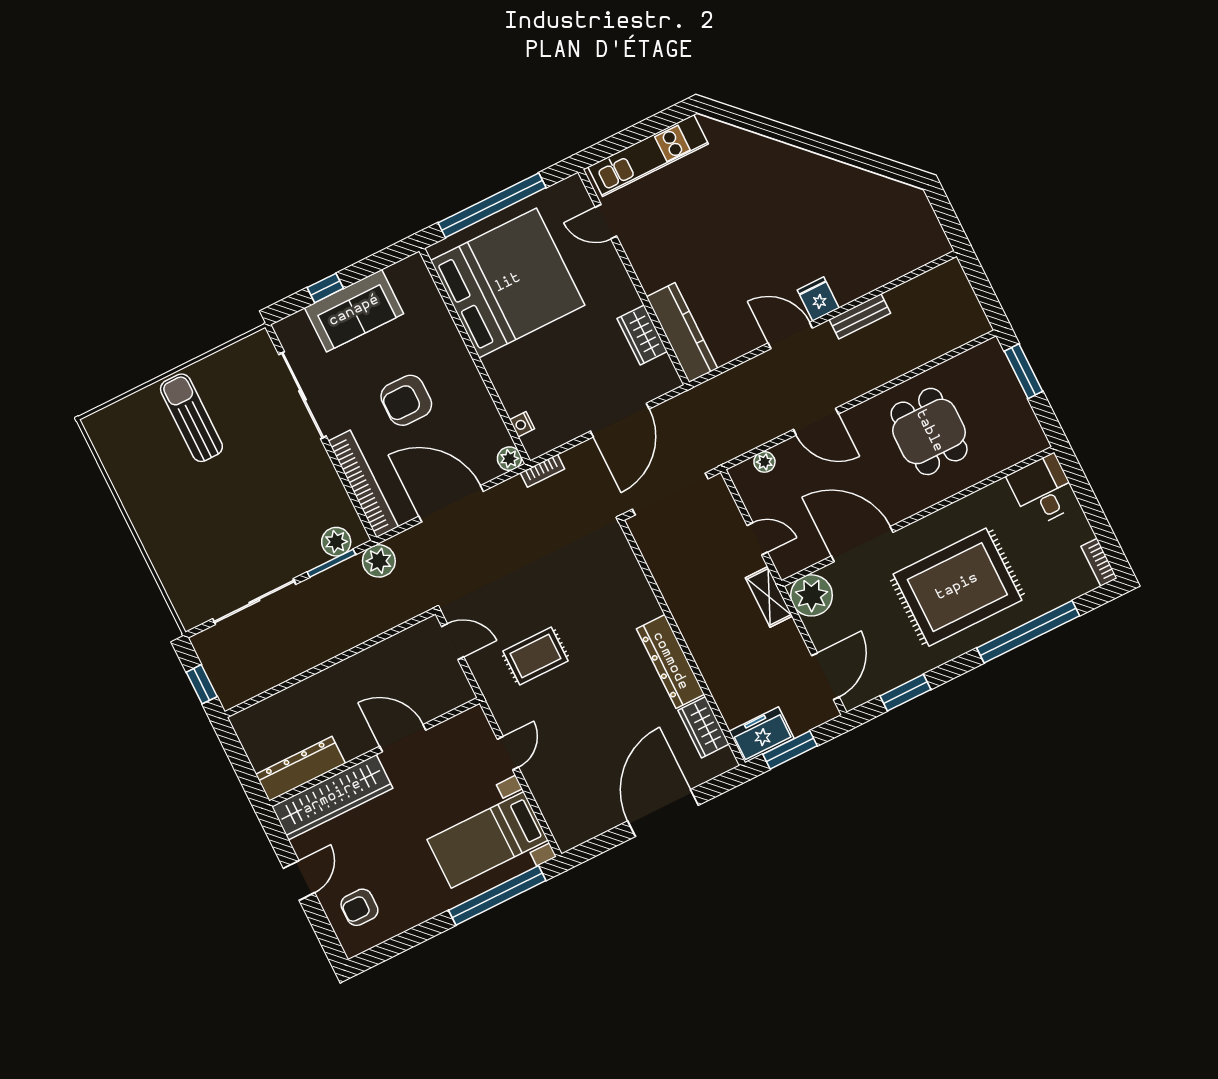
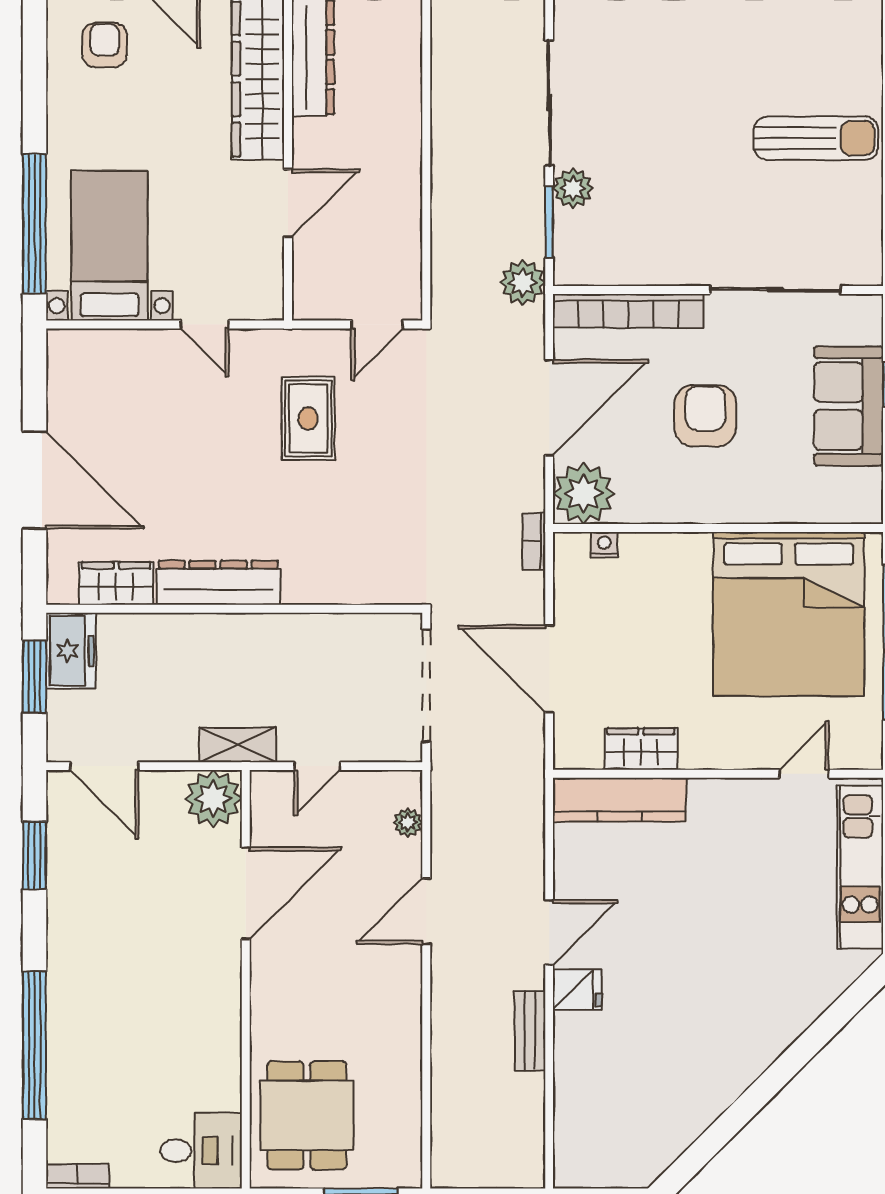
dining table: (929, 431) -> (307, 1115), moved, turned 90
plant: (509, 459) -> (584, 493), width x1.88, depth x1.88
plant: (336, 542) -> (573, 188), moved
rug: (957, 587) -> (134, 985), removed

